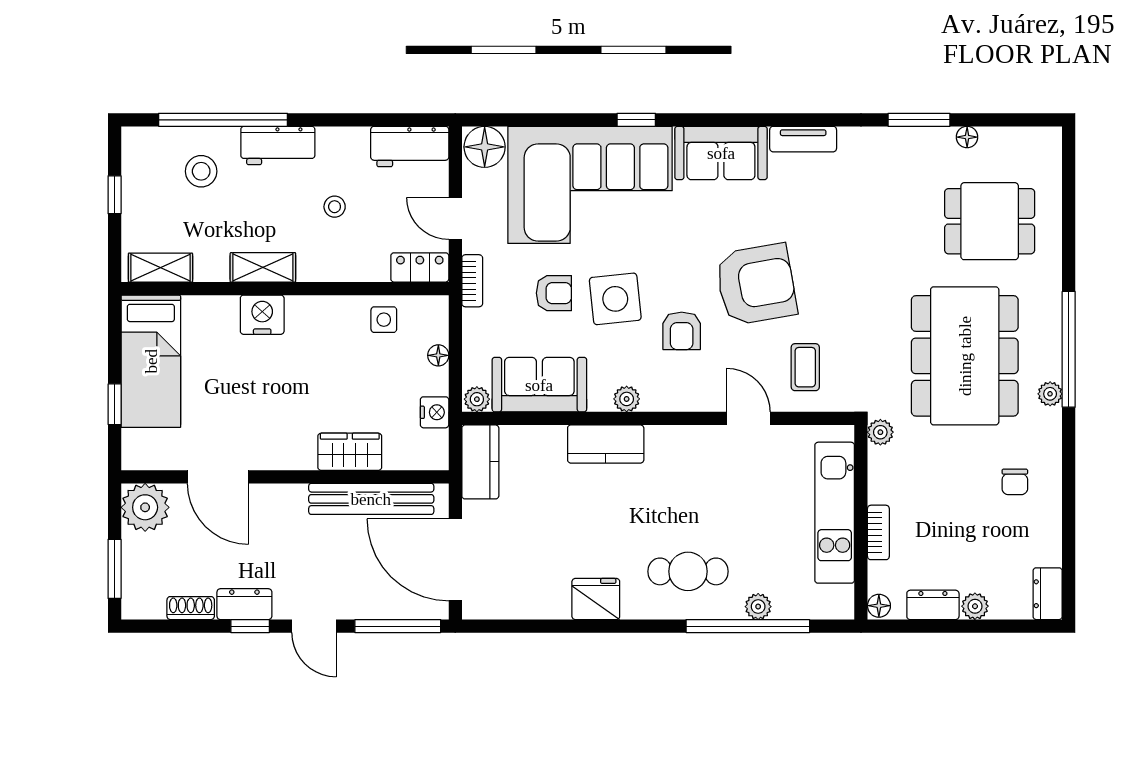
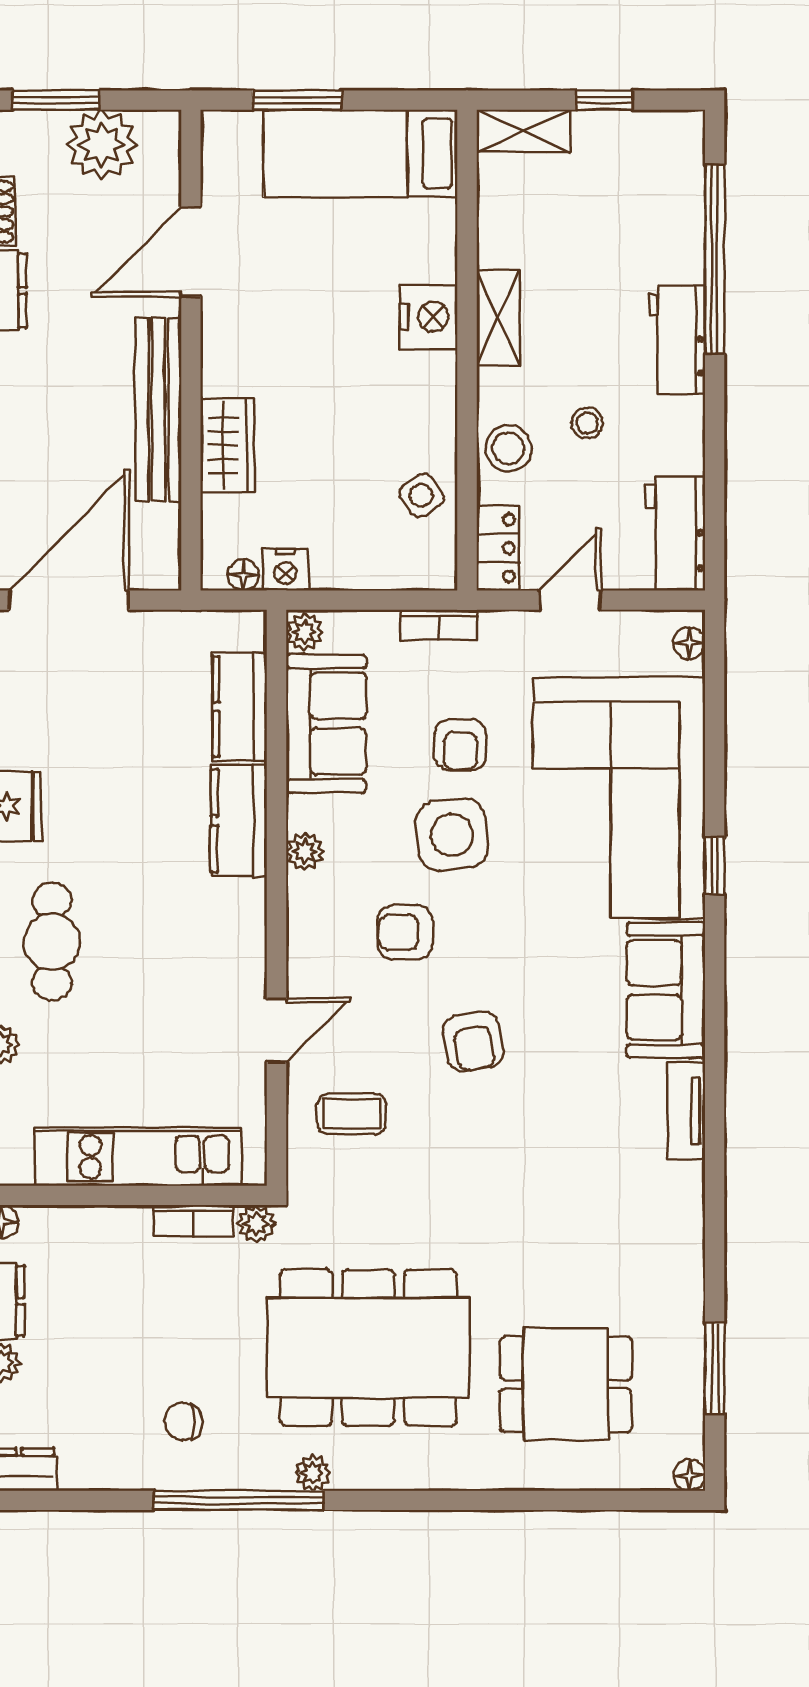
window: (919, 120) -> (715, 1368), moved
floor lamp: (967, 137) -> (689, 1475), moved
floor lamp: (485, 147) -> (689, 643), width x0.53, depth x0.53
stool: (201, 171) -> (508, 448), moved
dining table: (990, 221) -> (566, 1384), turned 90
shelving: (160, 268) -> (524, 131), moved, turned 90
bookcase: (472, 281) -> (439, 625), moved
armchair: (756, 284) -> (473, 1041), width x0.53, depth x0.53
side table: (384, 320) -> (421, 495), turned -33
window: (1069, 349) -> (239, 1500), moved
floor lamp: (438, 355) -> (243, 575), moved
window: (115, 404) -> (297, 100), width x1.50
kitchen counter: (480, 462) -> (240, 707), moved, turned 90
bench: (371, 499) -> (158, 410), moved
plant: (145, 507) -> (102, 145), moved
bookcase: (878, 532) -> (194, 1221), moved

